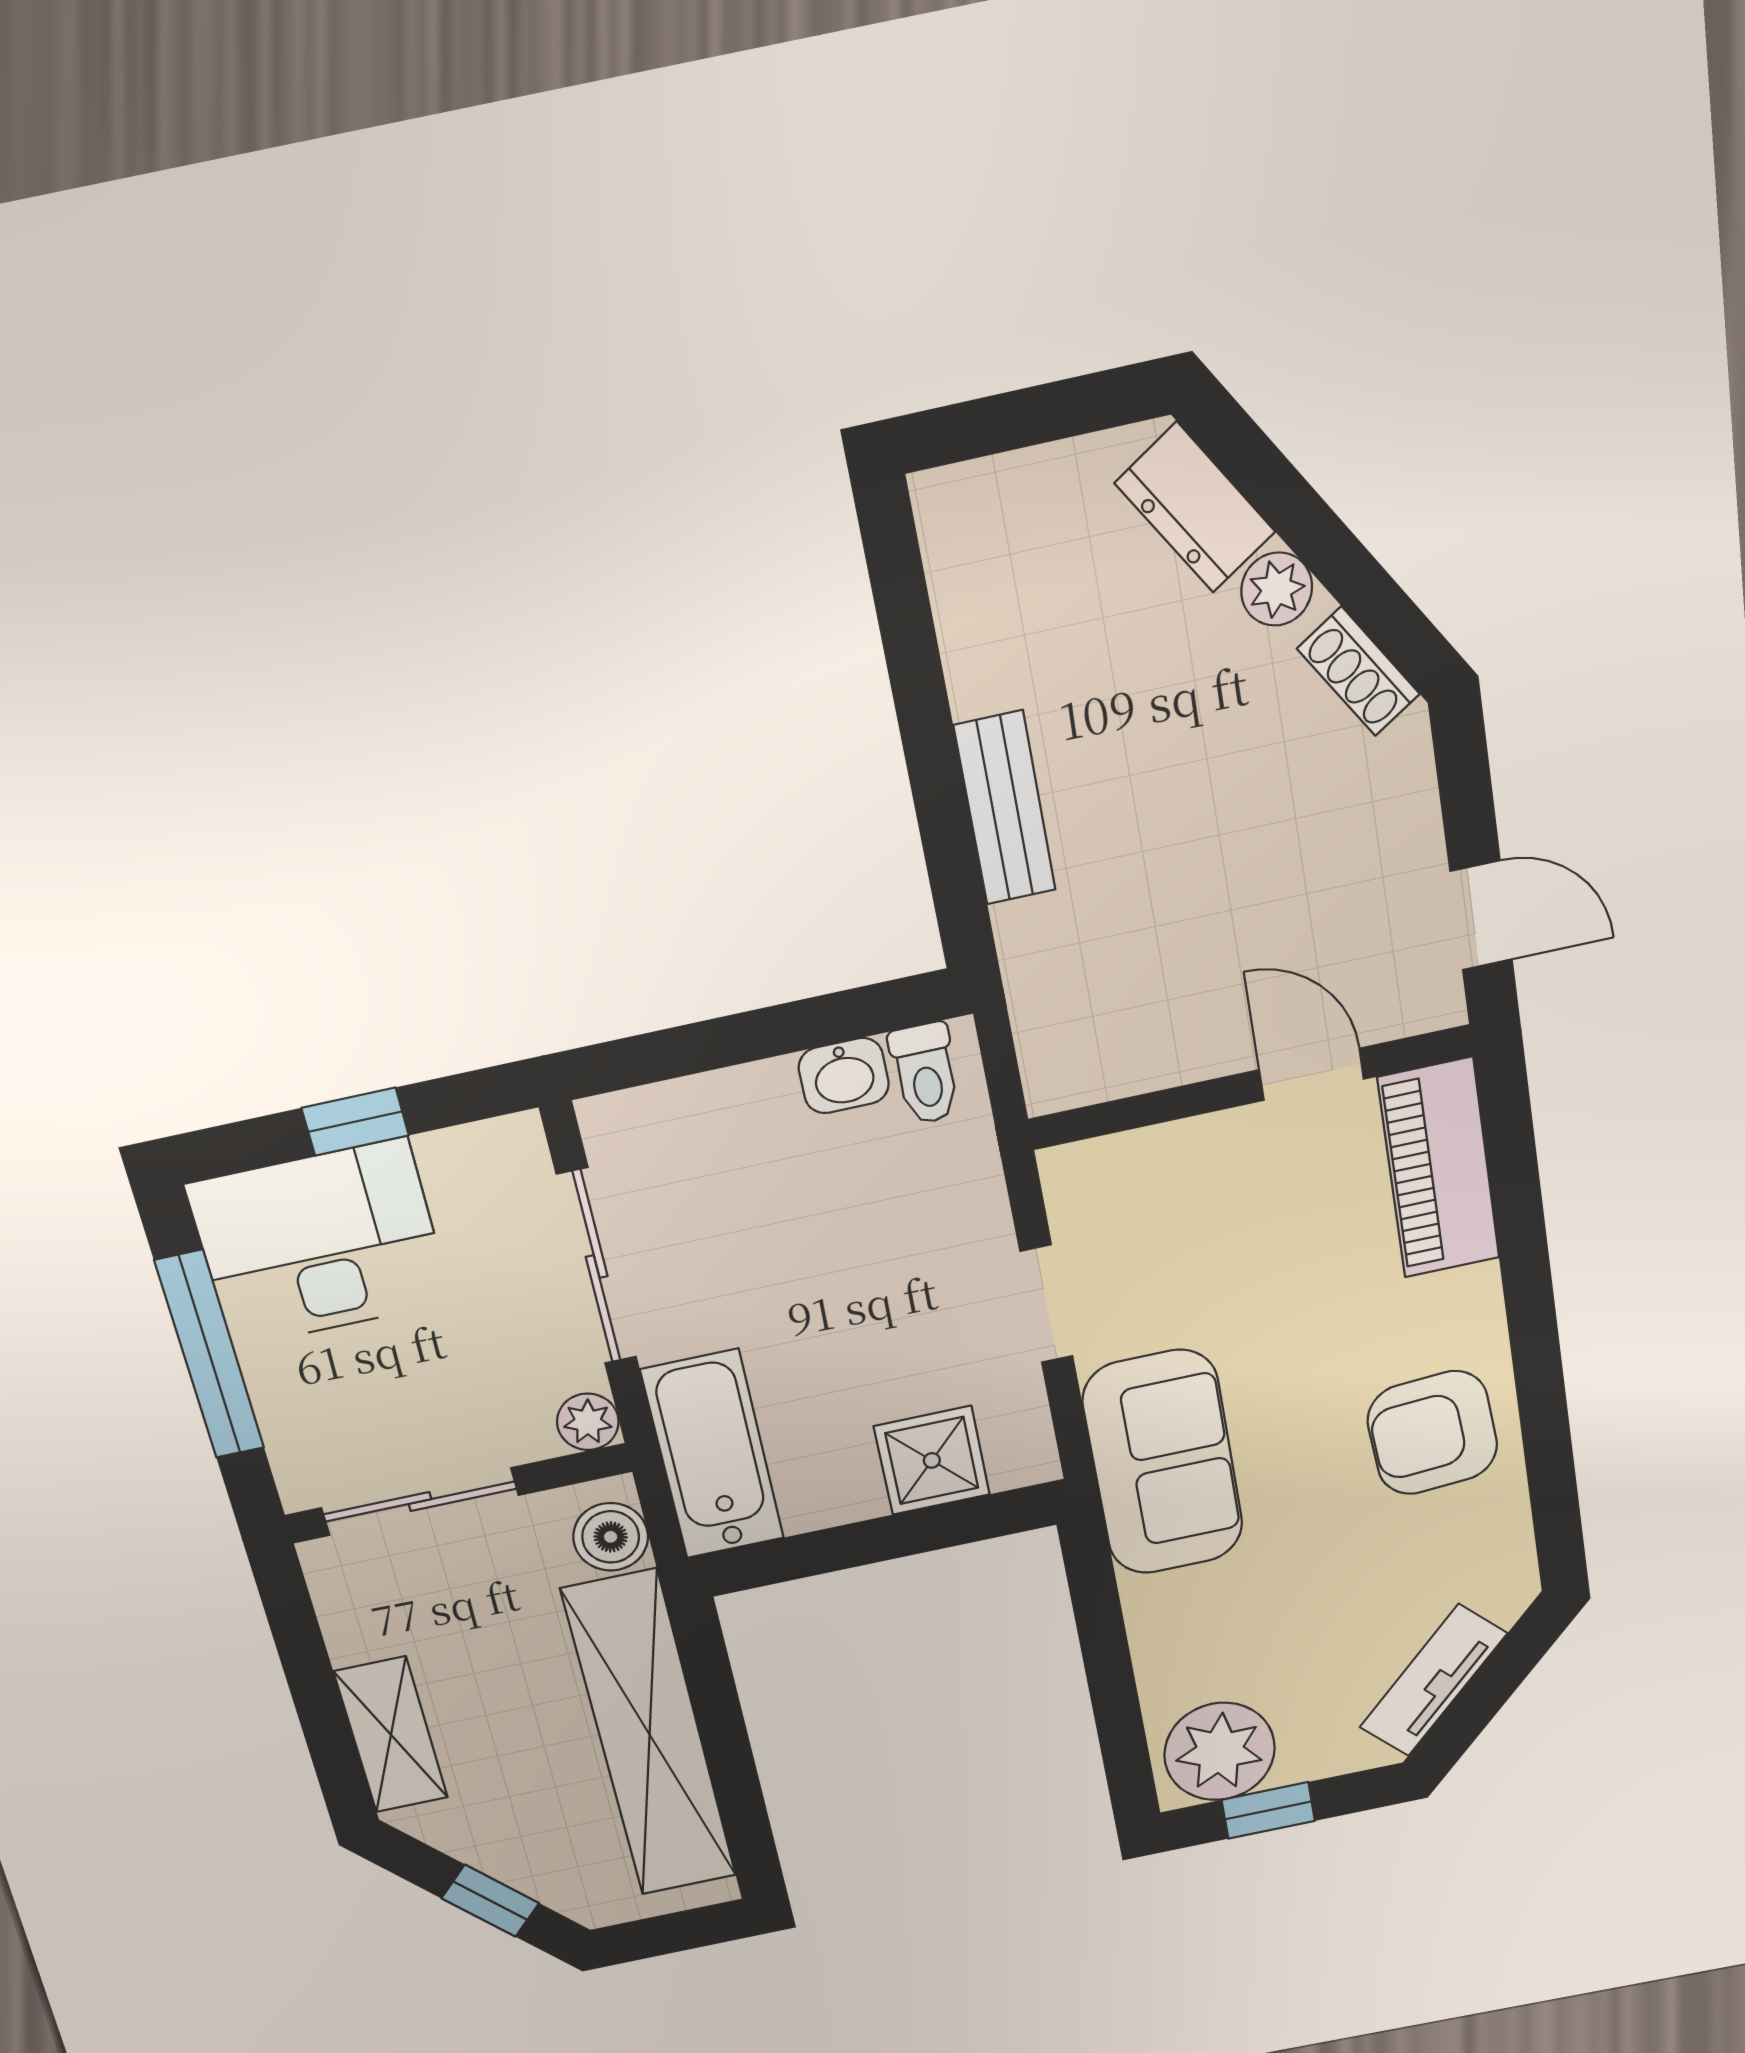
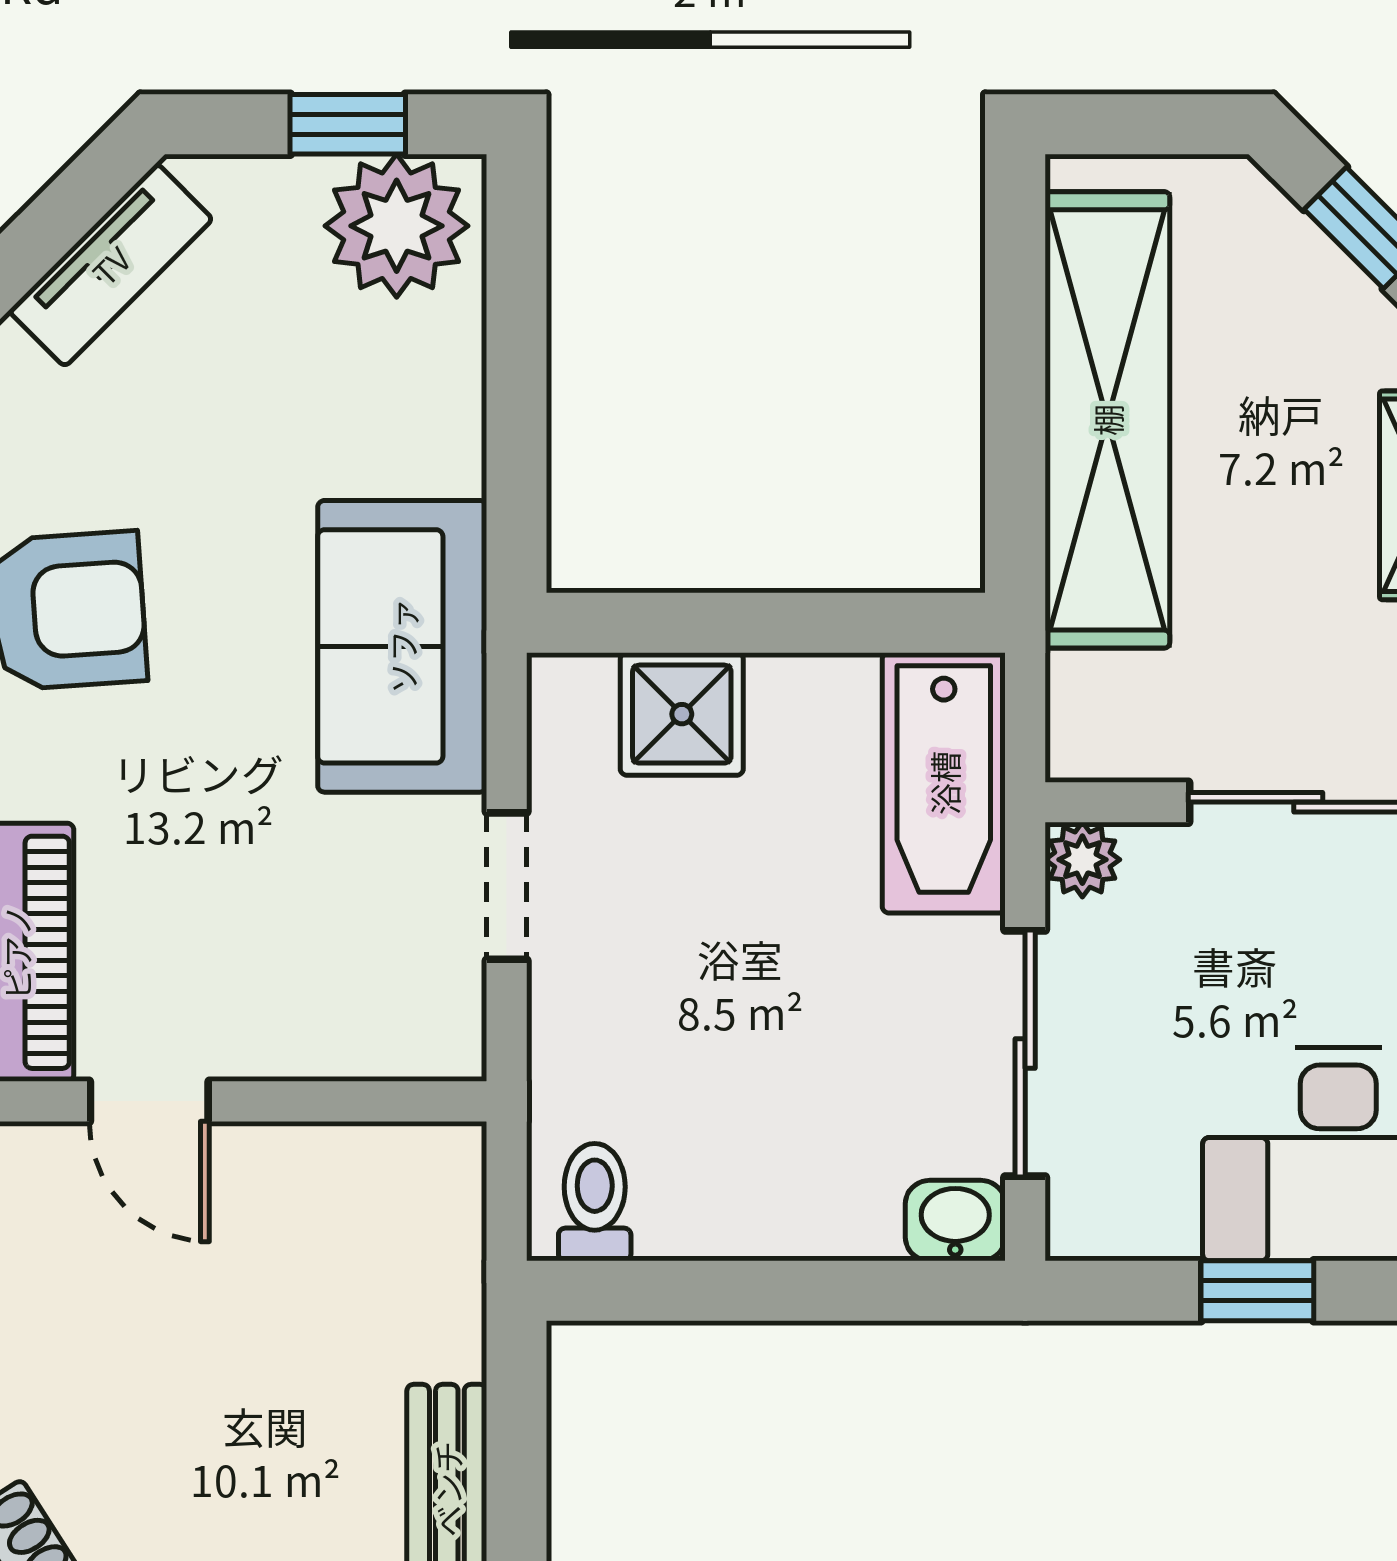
washbasin: (844, 1076) -> (955, 1221), moved
boiler: (611, 1537) -> (1091, 702), removed

